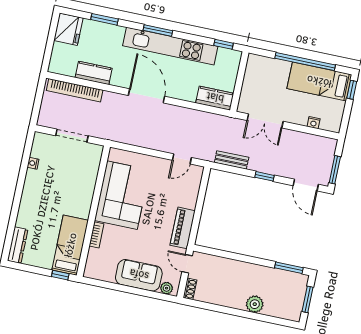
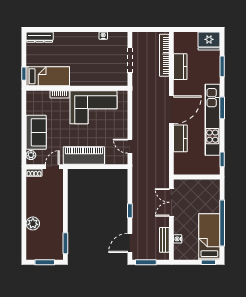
kitchen counter: (215, 98) -> (180, 138), moved
bench: (232, 160) -> (164, 240), moved
piano: (183, 228) -> (84, 155), width x1.37, depth x1.33

